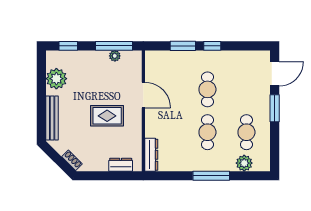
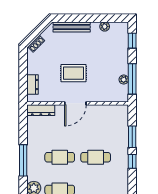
plant: (56, 79) -> (105, 27), width x0.53, depth x0.53
door: (143, 95) -> (75, 103), moved
rug: (107, 116) -> (74, 73), turned 90

